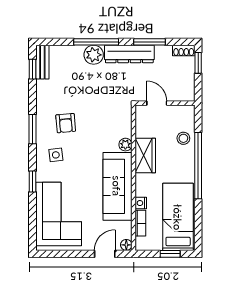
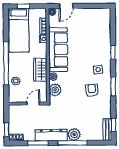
door: (157, 103) -> (33, 104), swing flipped
plant: (123, 124) -> (55, 90), added
corner sofa: (59, 214) -> (96, 32), removed

